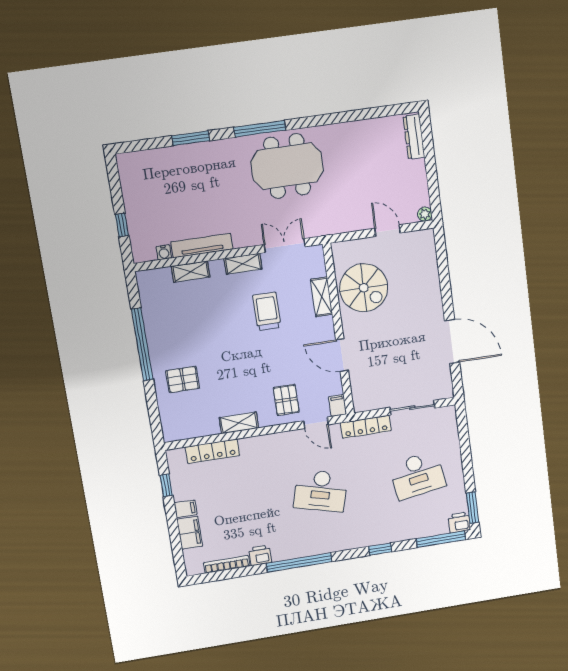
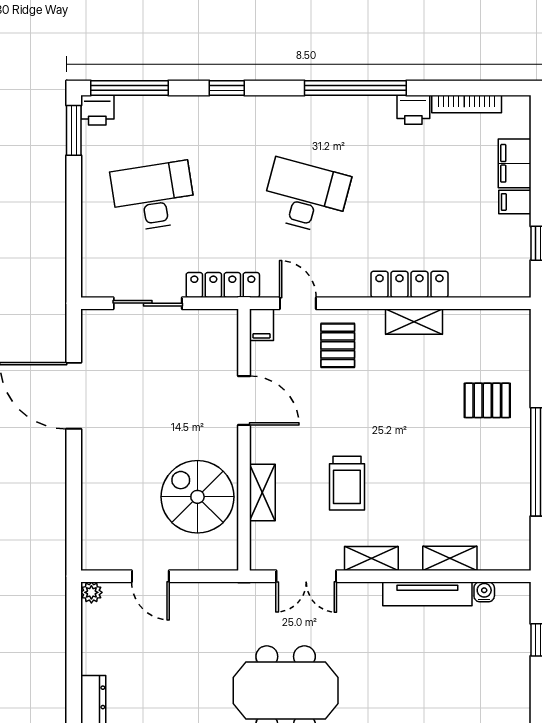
locker: (213, 451) -> (409, 284), moved

